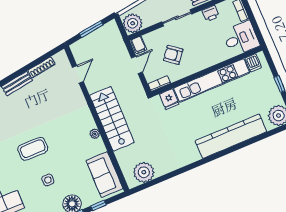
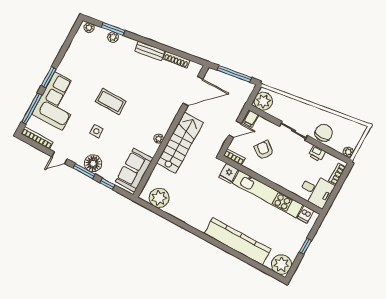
window: (91, 29) -> (234, 74), width x1.44
door: (78, 74) -> (193, 91), width x1.87

